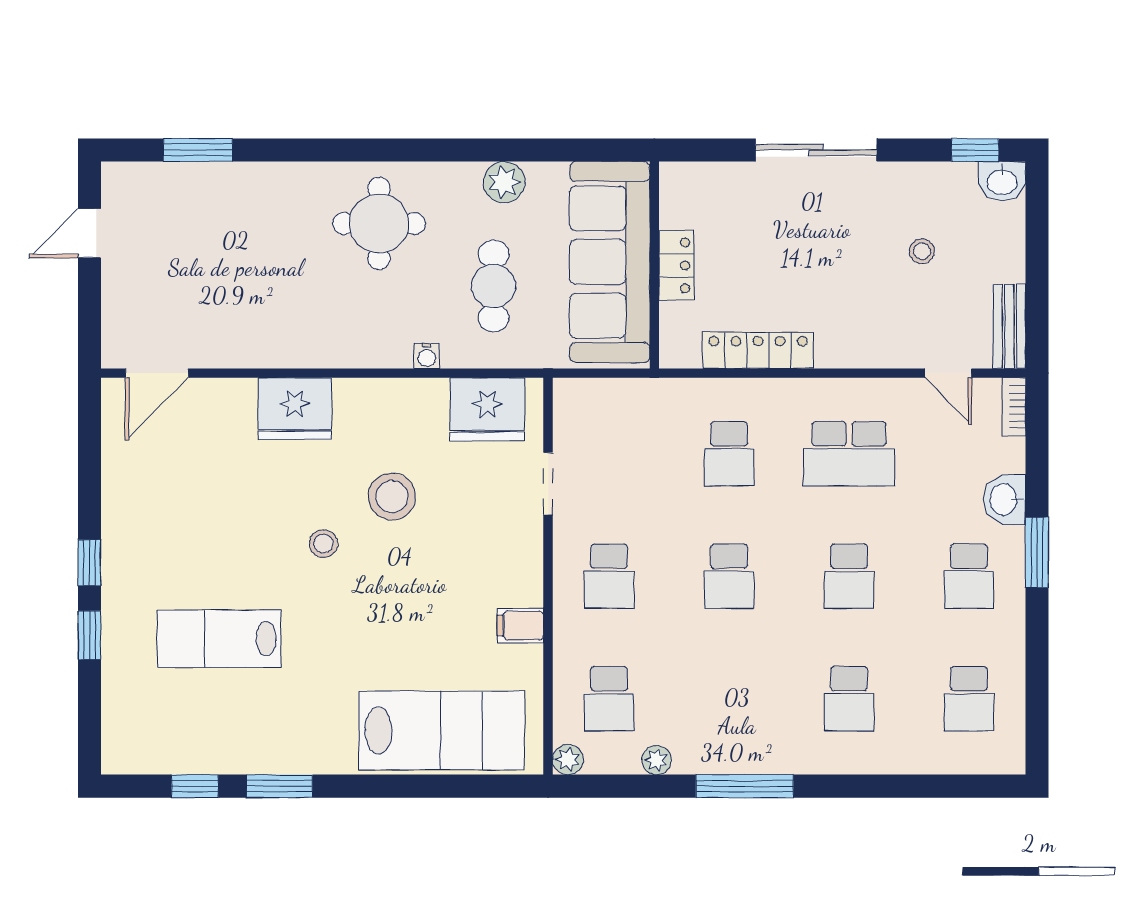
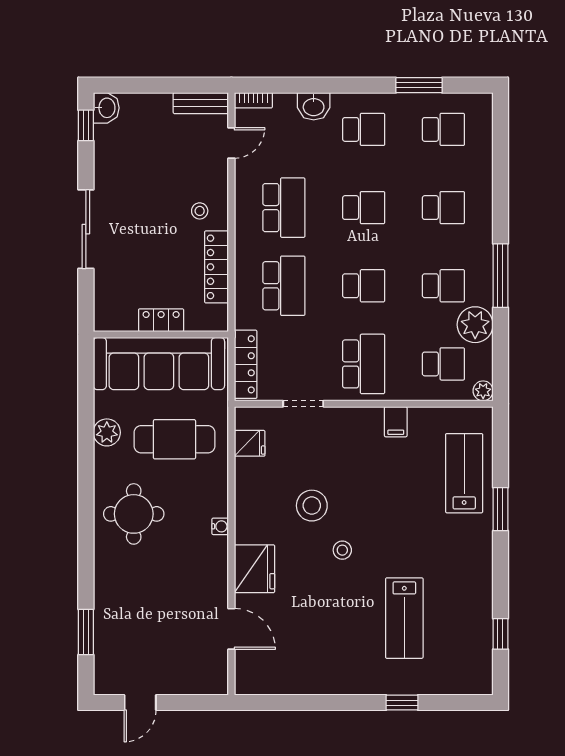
door: (90, 233) -> (140, 703), hinge flipped
stool: (922, 251) -> (200, 211), moved
cafe table: (494, 286) -> (174, 439), width x1.37, depth x1.35
water cooler: (427, 356) -> (220, 526), moved
door: (157, 373) -> (231, 629), moved
locker: (609, 395) -> (246, 364), added
fridge: (487, 409) -> (250, 443), width x0.53, depth x0.75
school desk: (729, 454) -> (284, 286), width x1.85
window: (1037, 552) -> (419, 85), moved
window: (90, 563) -> (355, 703), removed
school desk: (609, 576) -> (364, 364), width x1.85
school desk: (729, 699) -> (443, 286), added
lab bench: (442, 730) -> (464, 473), width x0.73, depth x0.72
plant: (657, 760) -> (475, 325), width x1.88, depth x1.88
window: (280, 786) -> (500, 509), moved

